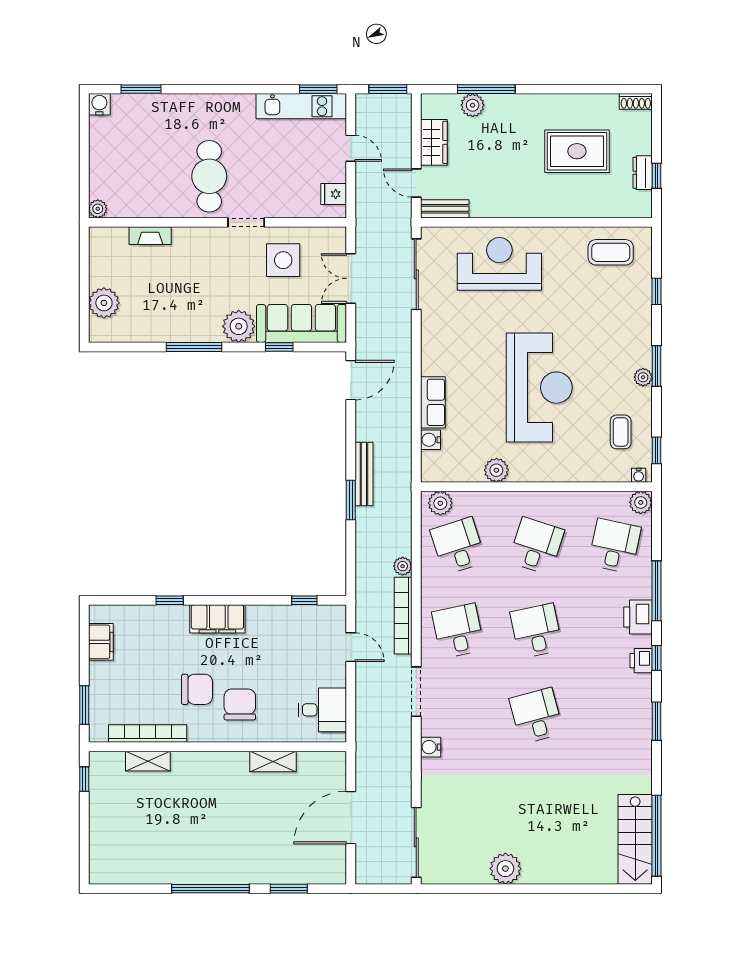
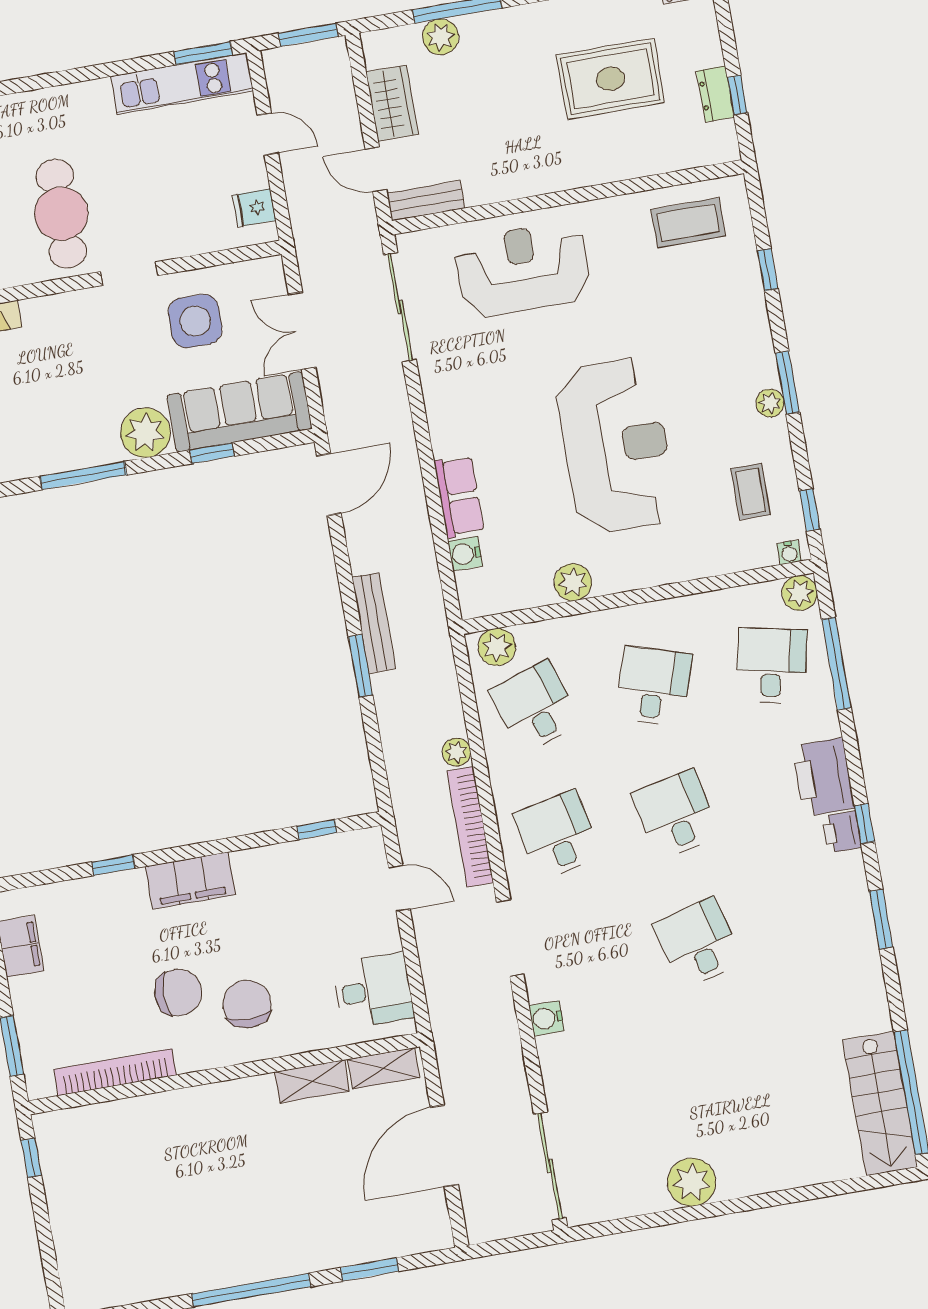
window: (656, 591) -> (836, 664), moved
printer: (638, 617) -> (823, 777), width x1.37, depth x1.19
shelving: (148, 761) -> (383, 1068), moved

